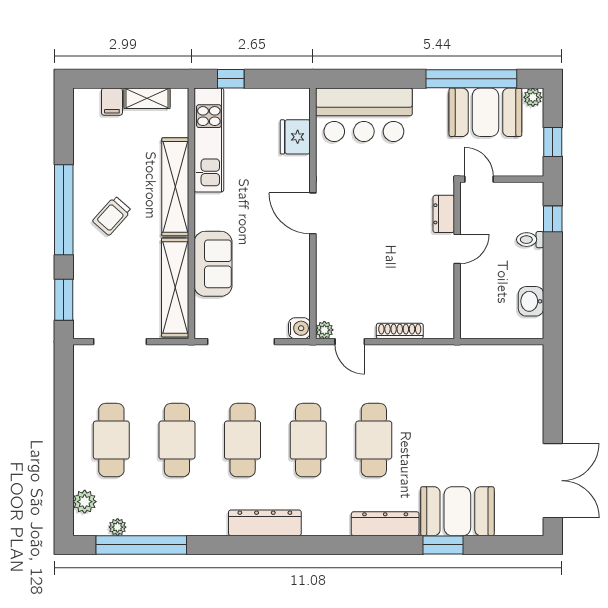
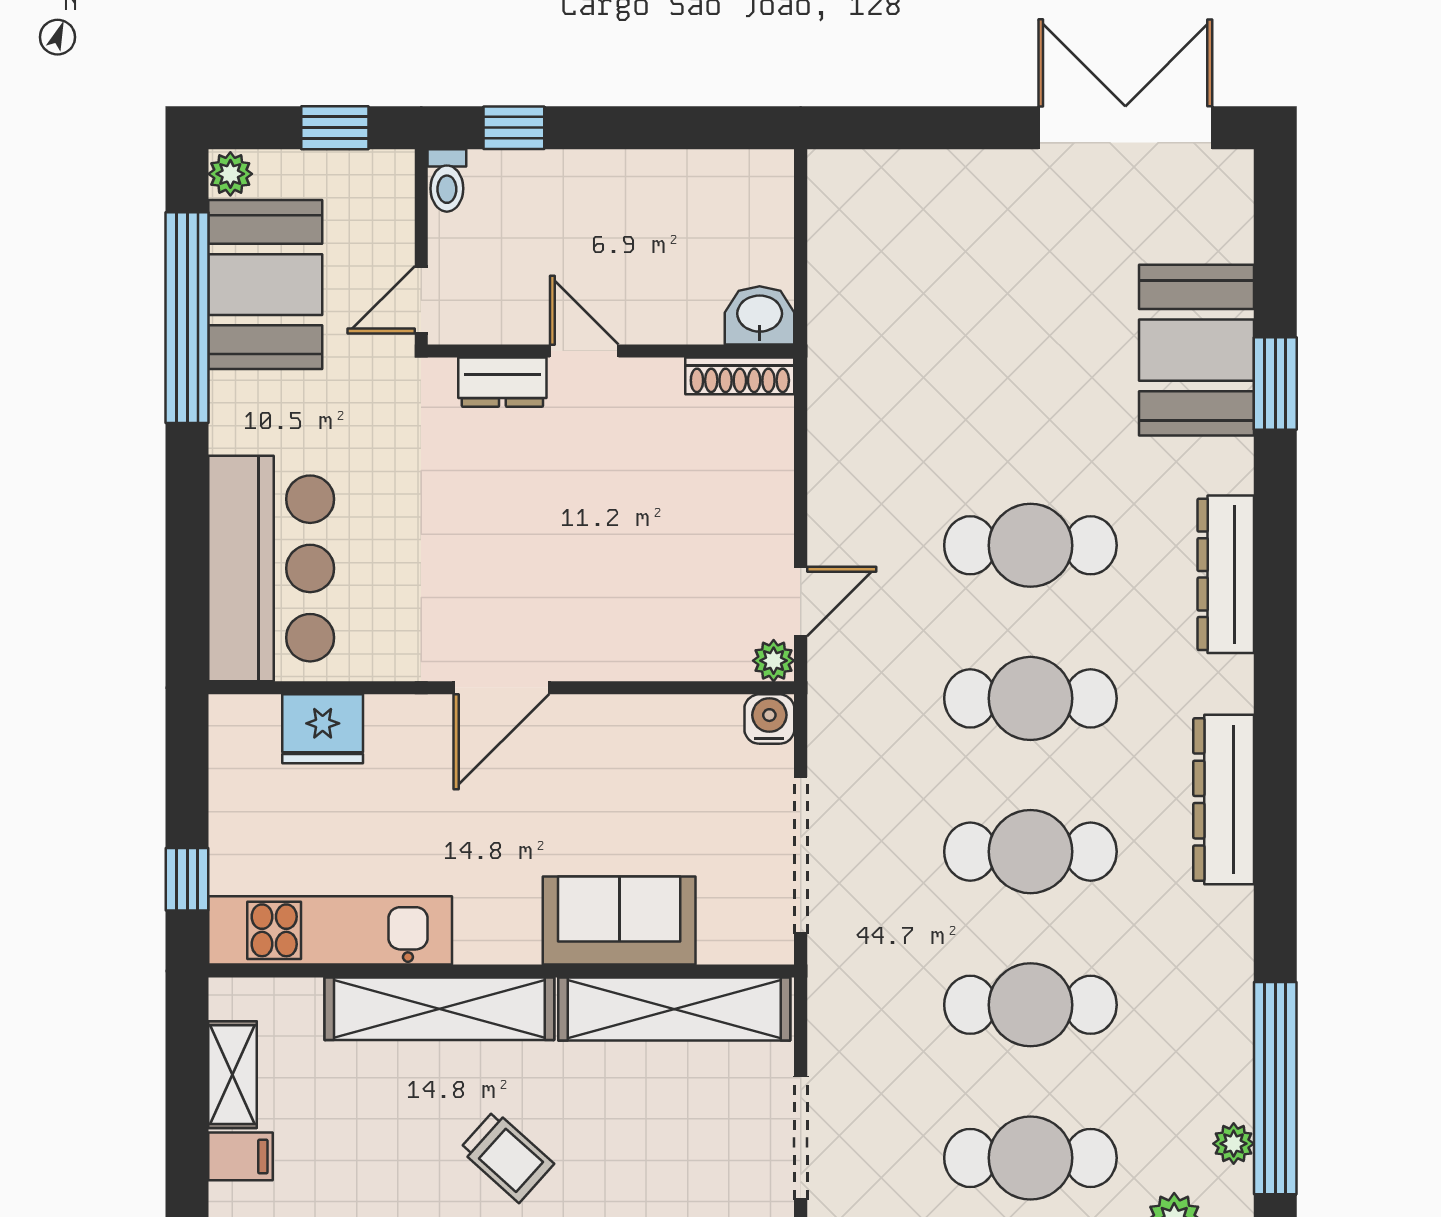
toilet: (530, 240) -> (447, 180), moved
washbasin: (531, 301) -> (760, 315), moved, turned 180
shoe rack: (400, 331) -> (740, 376), moved, turned -90
dresser: (385, 524) -> (1226, 574), moved

